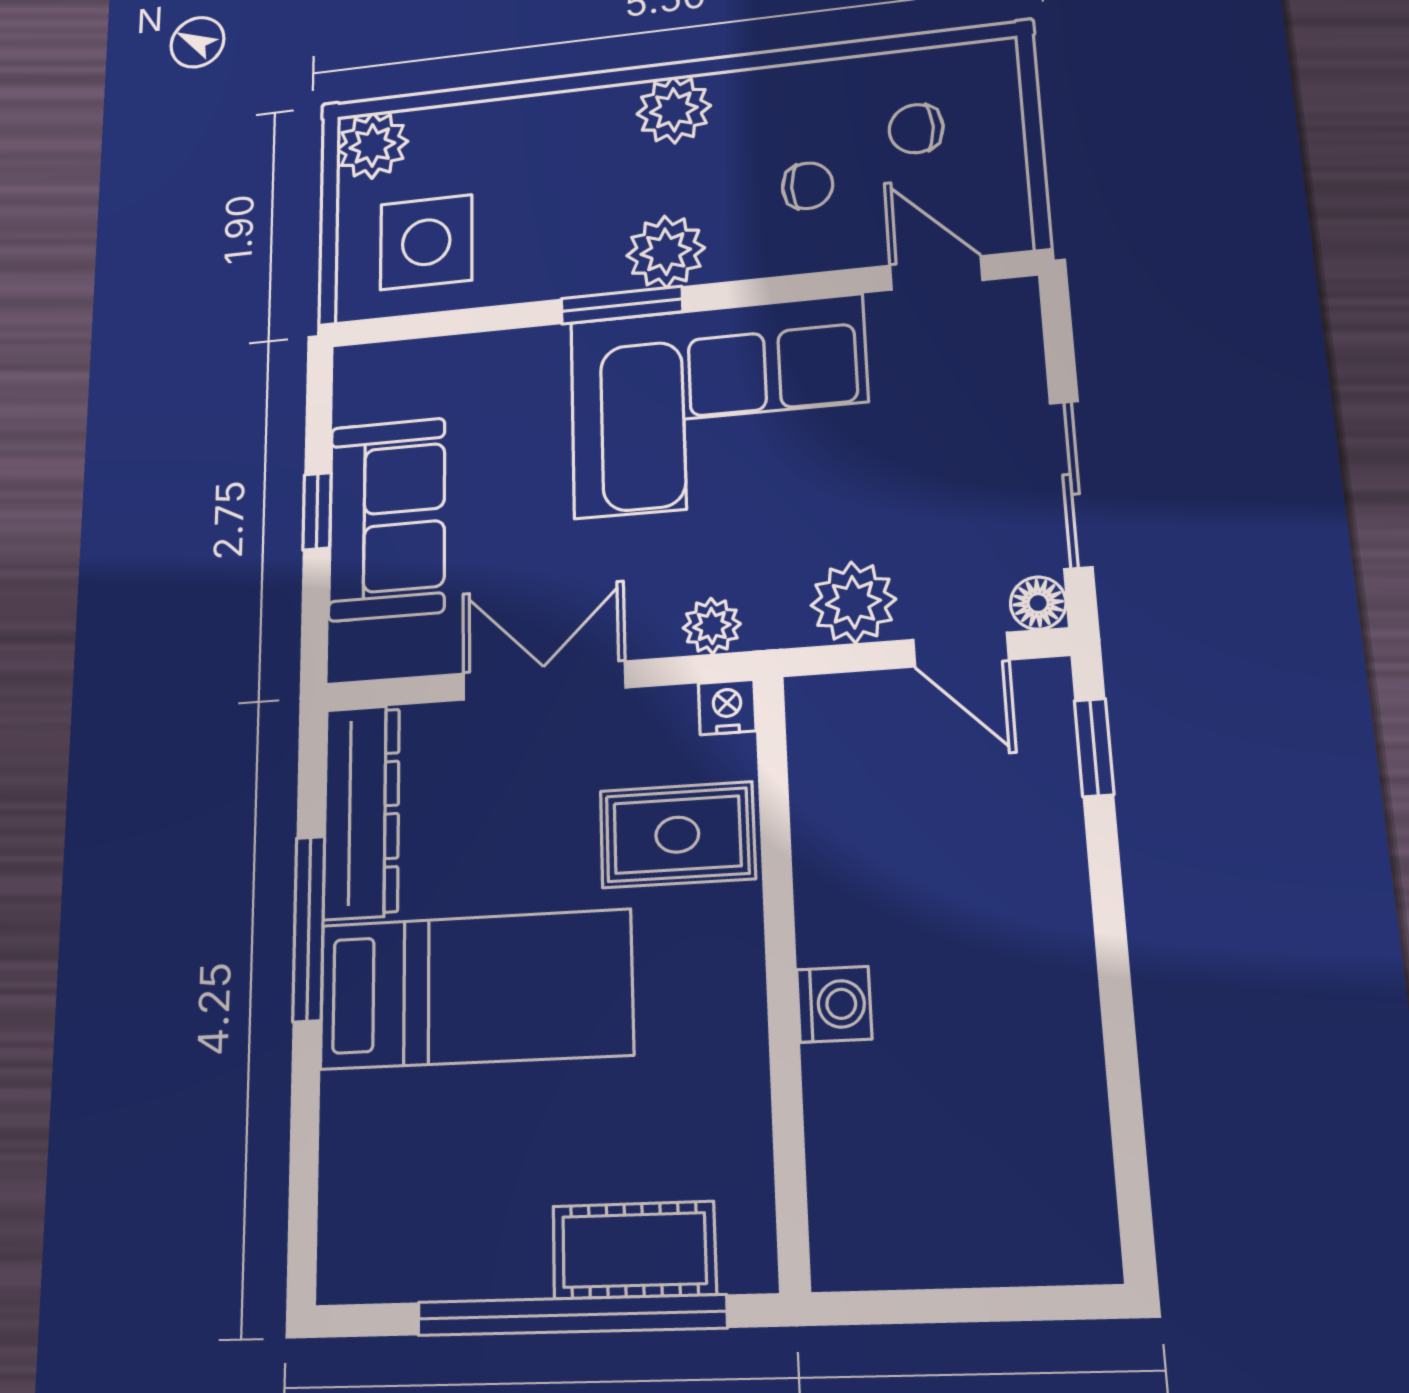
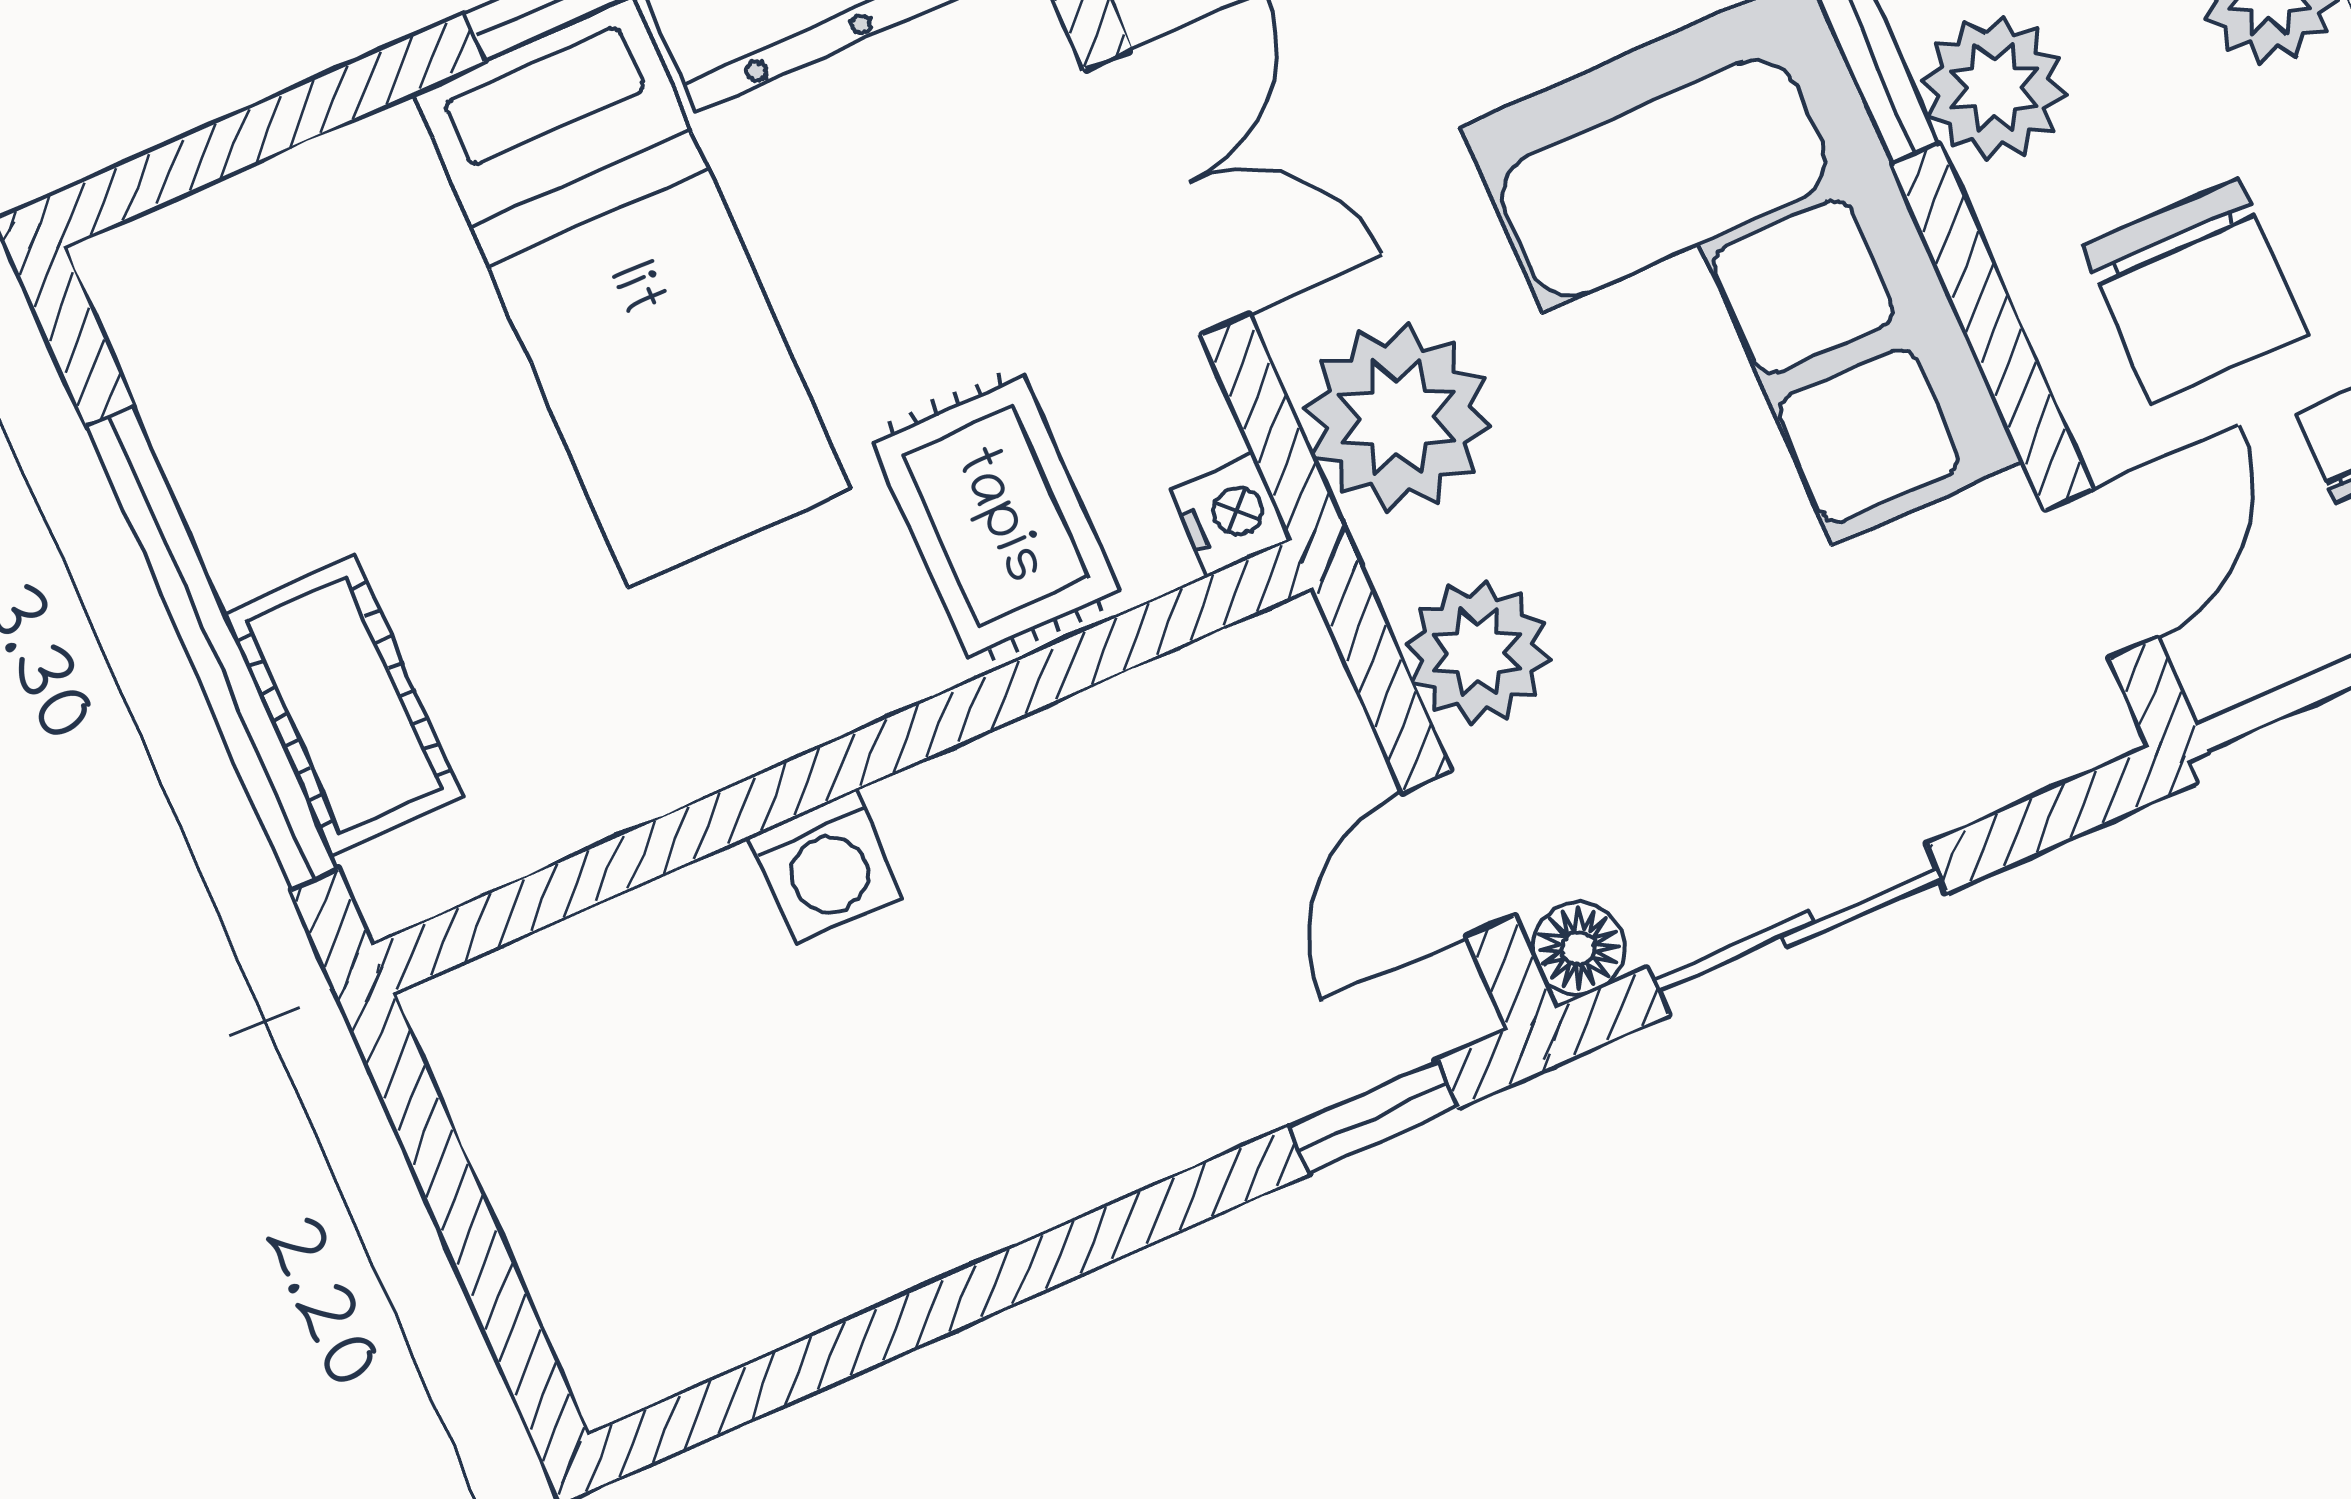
chair: (808, 186) -> (2195, 290), width x1.87, depth x1.87
plant: (712, 626) -> (1398, 417), width x1.88, depth x1.88

